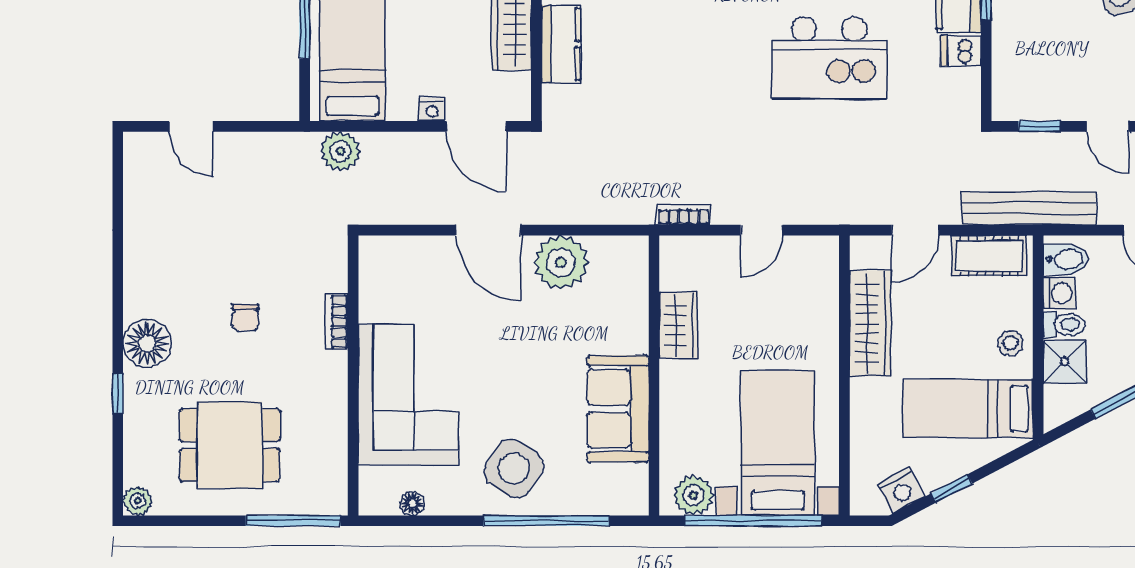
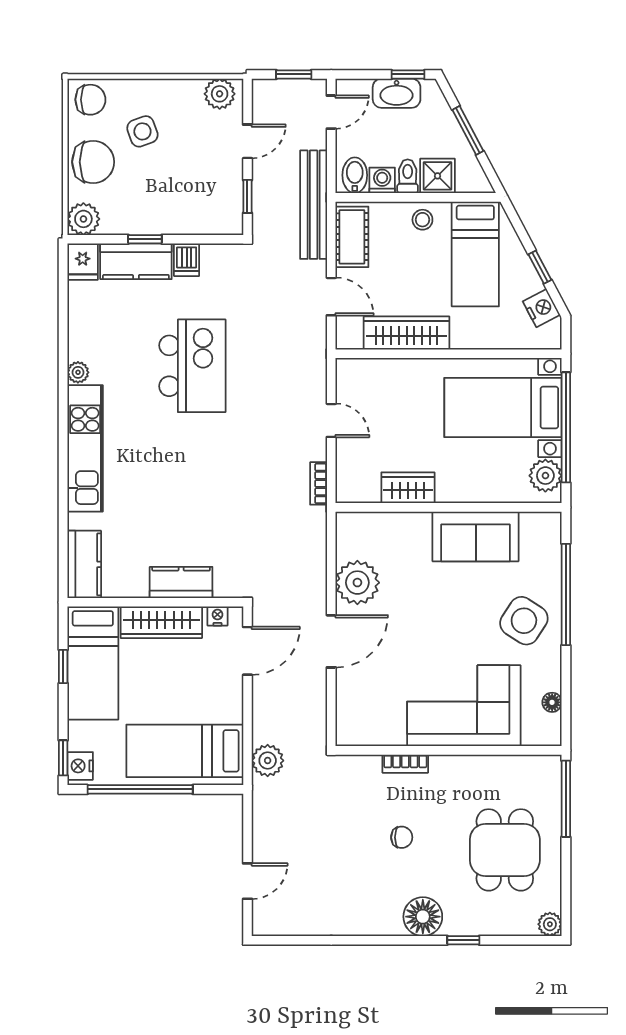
nightstand: (432, 109) -> (218, 616), moved, turned -90

